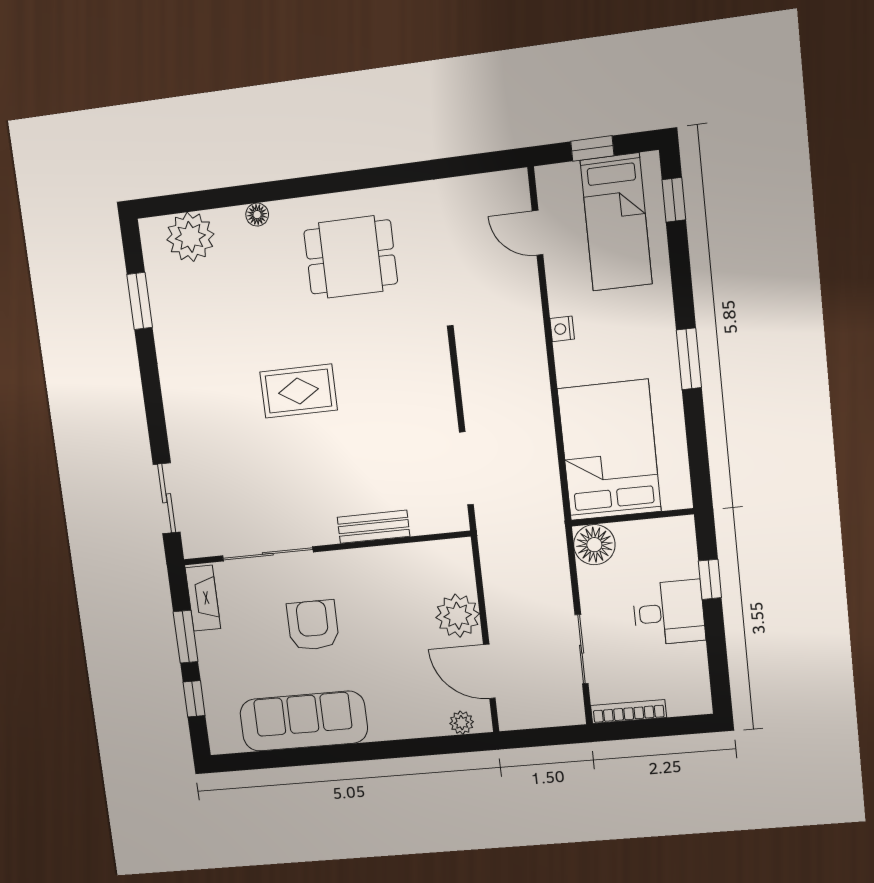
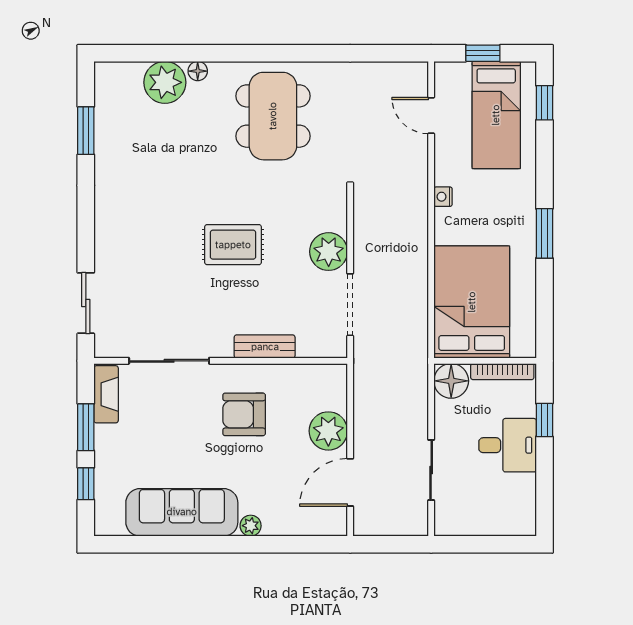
plant: (190, 237) -> (165, 82), moved
dining table: (351, 257) -> (273, 116), width x1.37
rug: (298, 391) -> (233, 245), moved
plant: (434, 409) -> (329, 252), added
armchair: (313, 625) -> (244, 414), moved, turned -90
door: (489, 671) -> (350, 482), hinge flipped
bookcase: (628, 712) -> (502, 372), moved, turned 180
plant: (462, 723) -> (251, 526), moved

